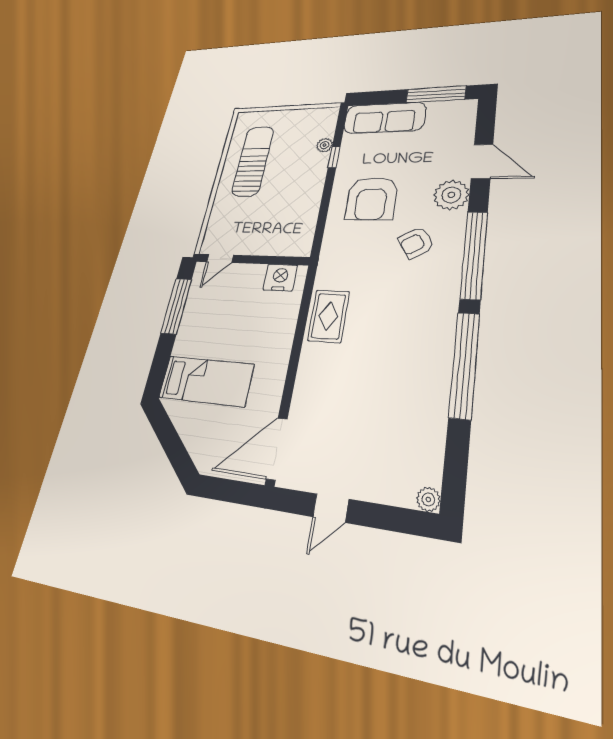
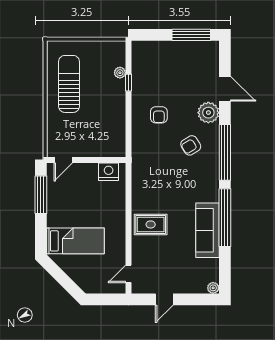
sofa: (384, 118) -> (207, 230), moved, turned 90
armchair: (371, 198) -> (159, 115), width x0.53, depth x0.53
rug: (328, 316) -> (151, 224), moved, turned 90
door: (277, 449) -> (129, 274), width x0.53

